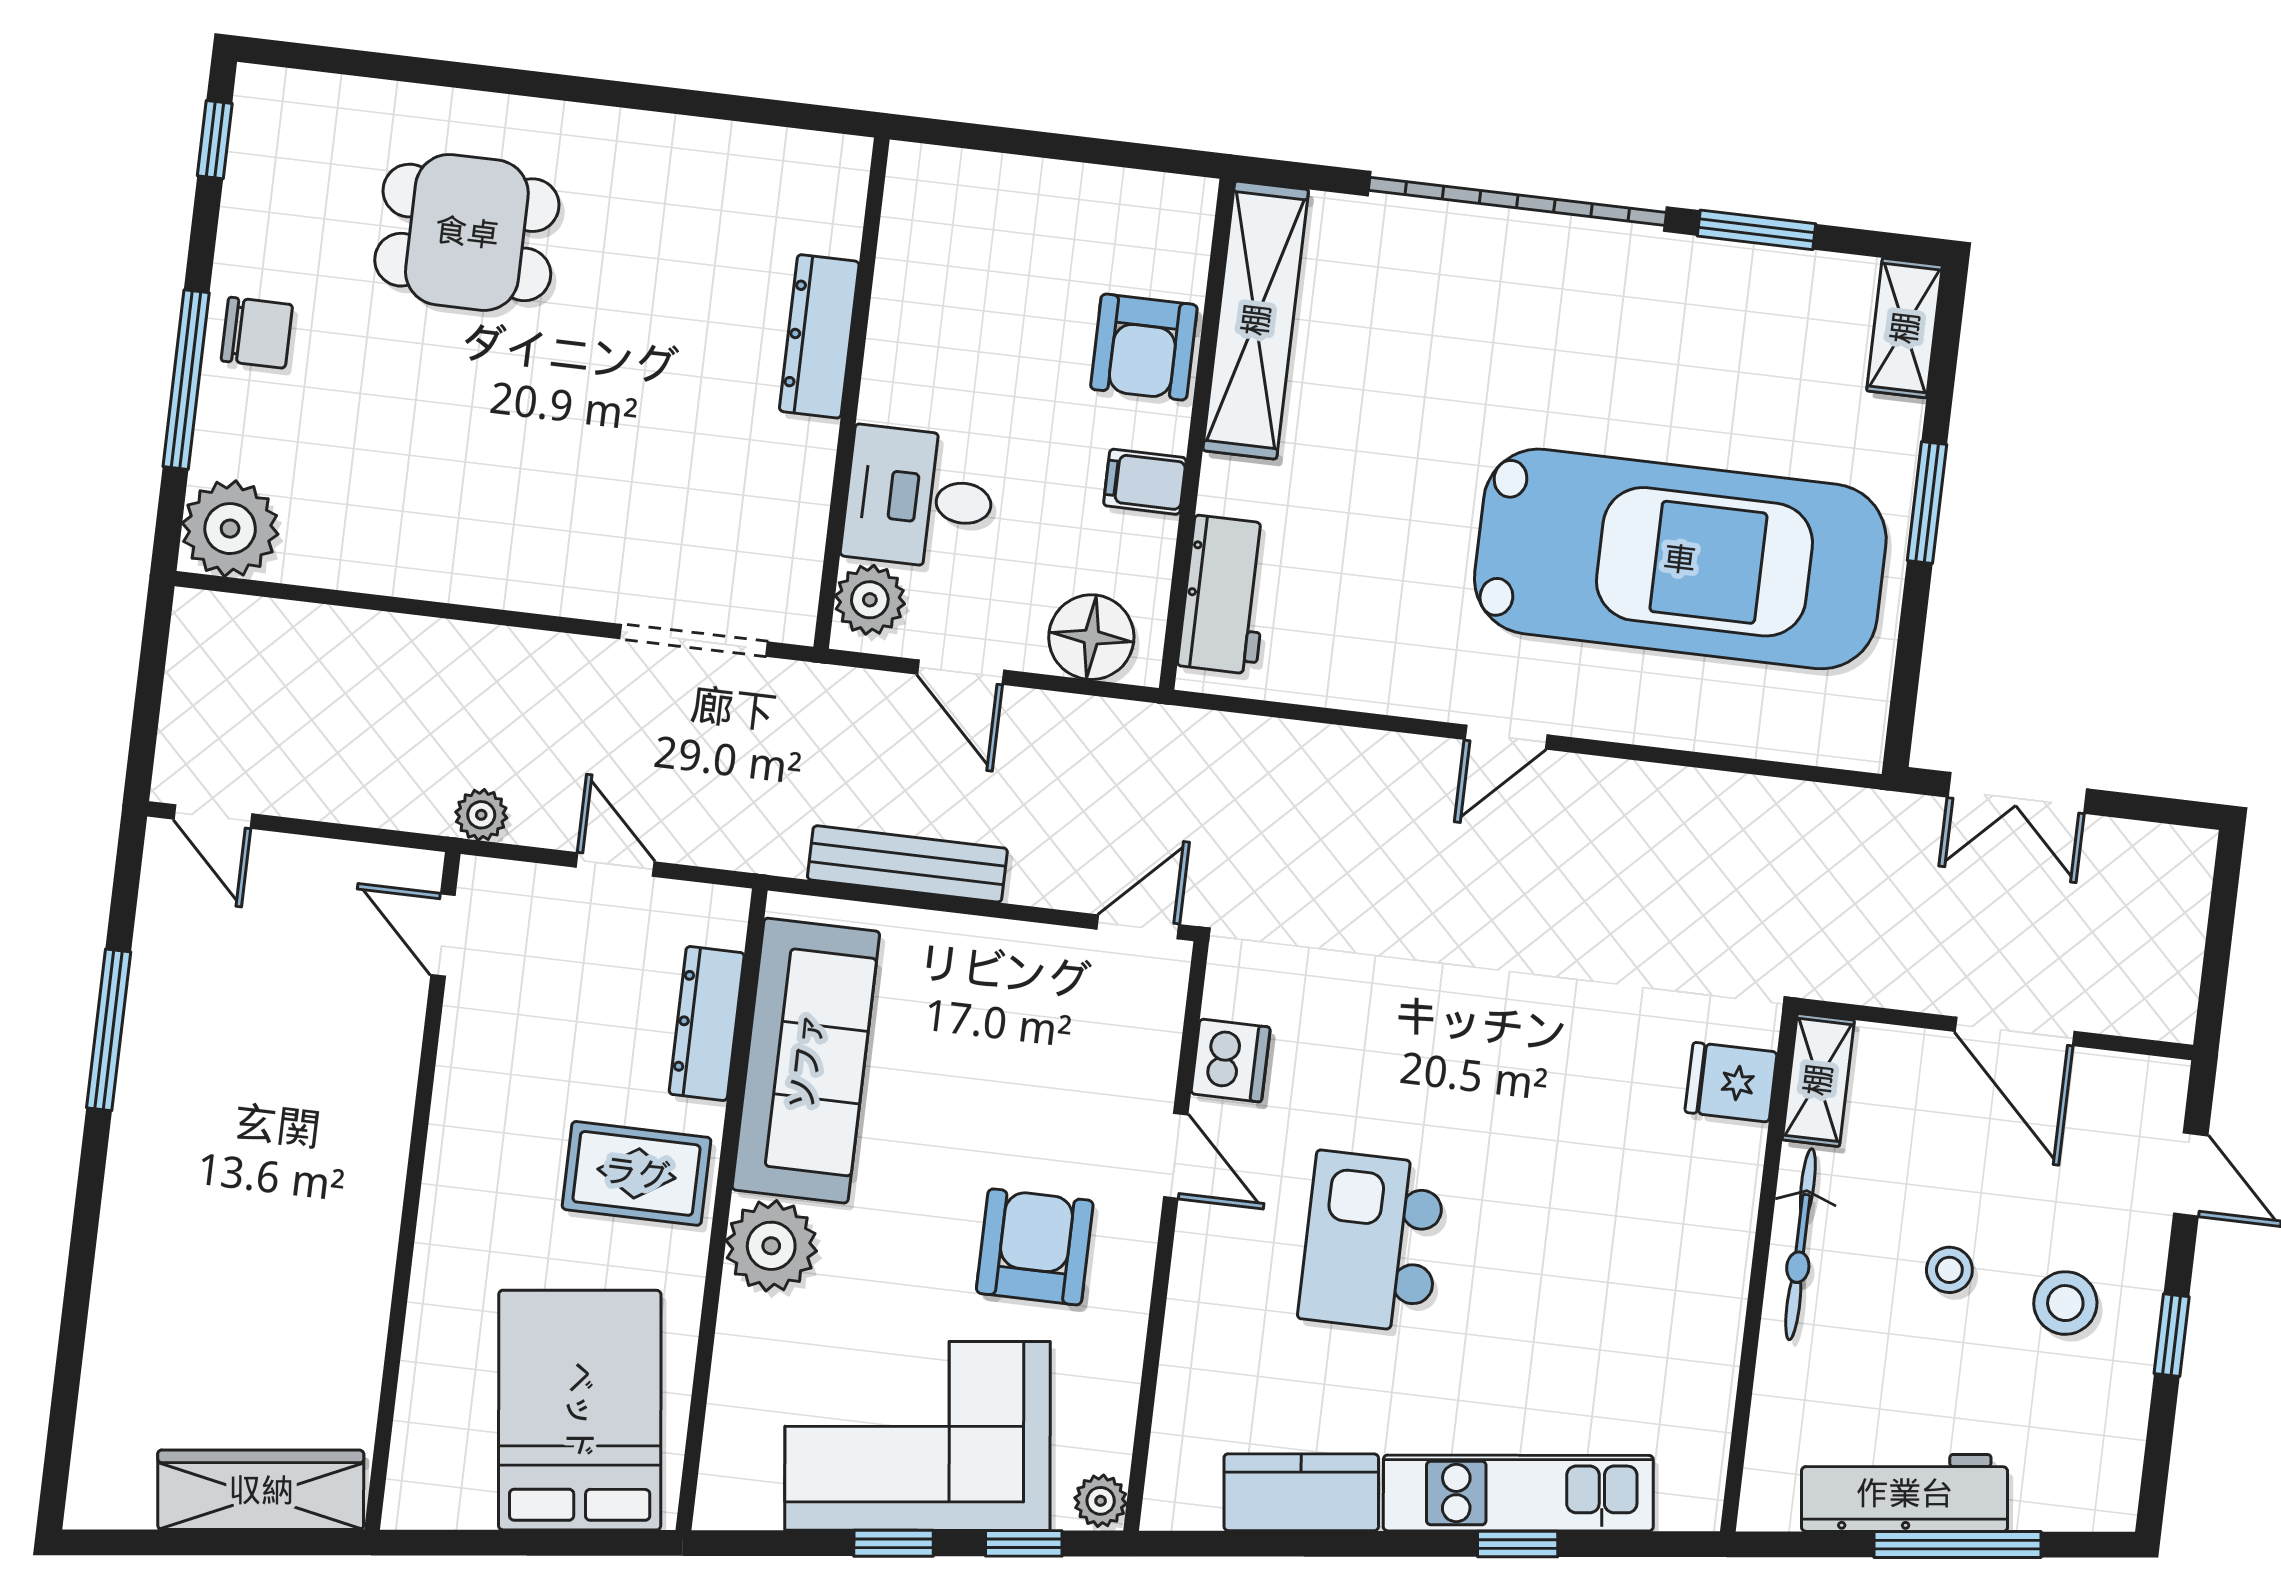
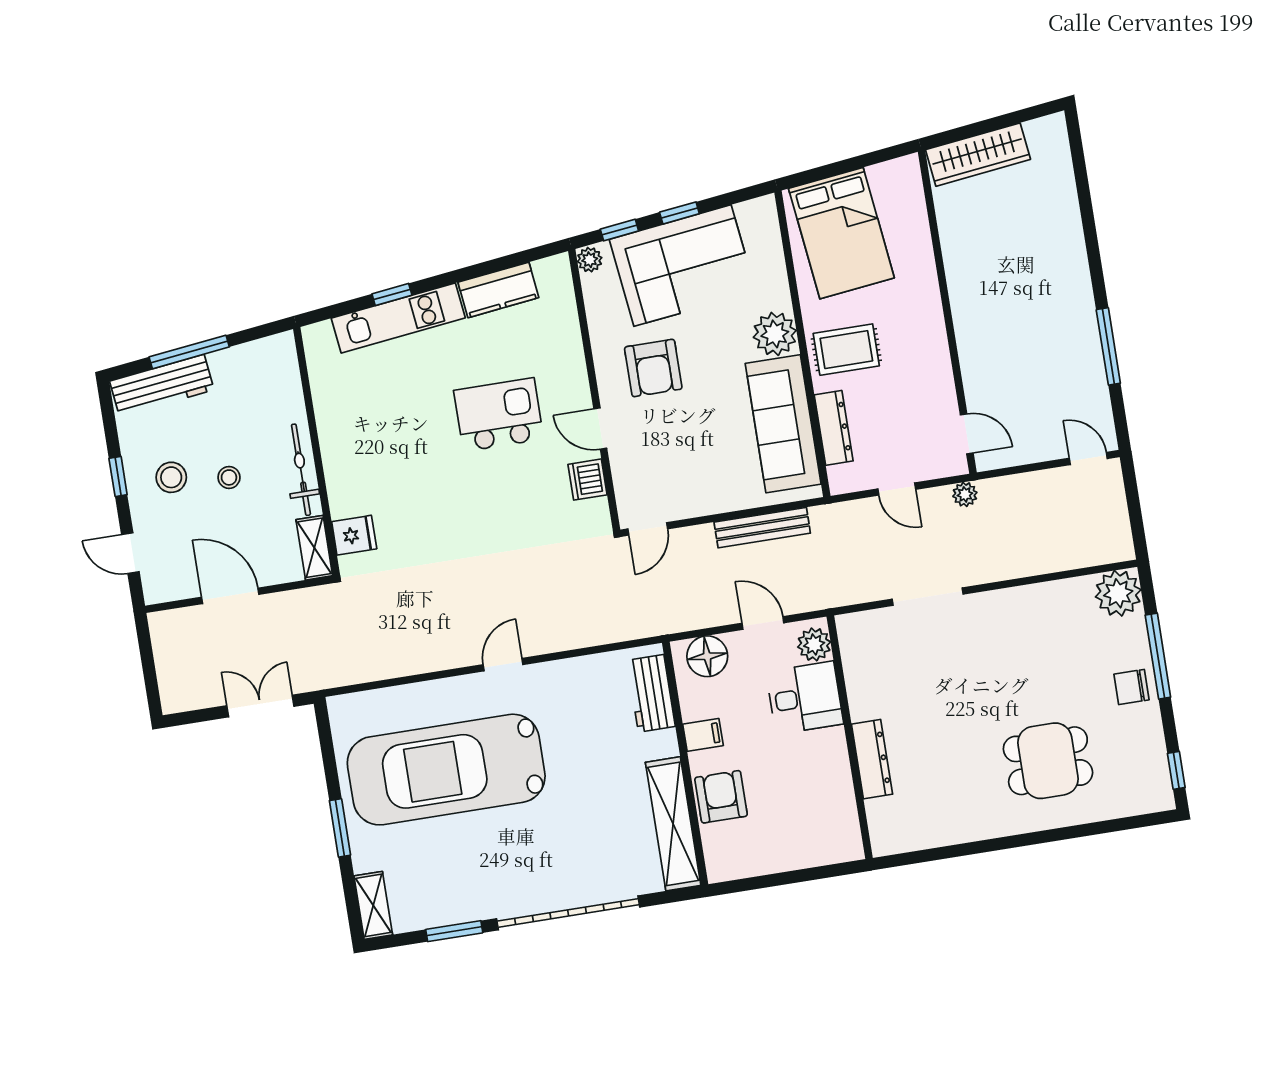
doorway: (693, 640) -> (928, 597), moved
kitchen island: (1372, 1242) -> (499, 415), turned -90
workbench: (1905, 1493) -> (162, 385), moved

